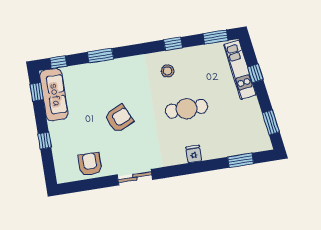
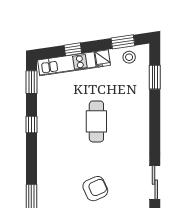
stool: (168, 71) -> (129, 57), moved
armchair: (119, 118) -> (95, 189), turned 90
fridge: (194, 154) -> (103, 58), moved, turned -98

